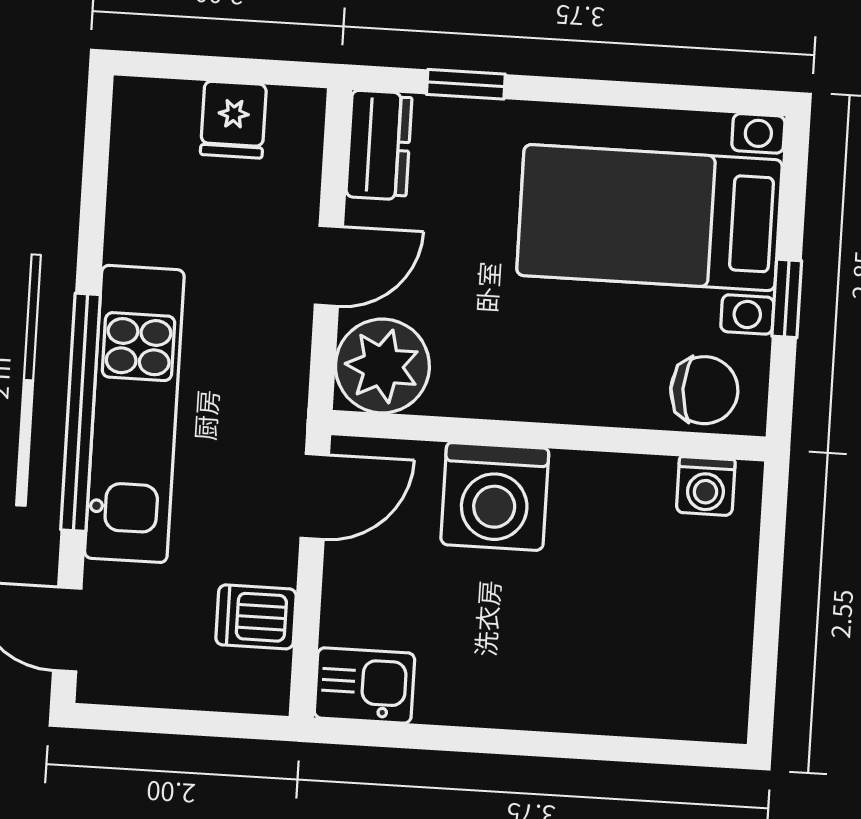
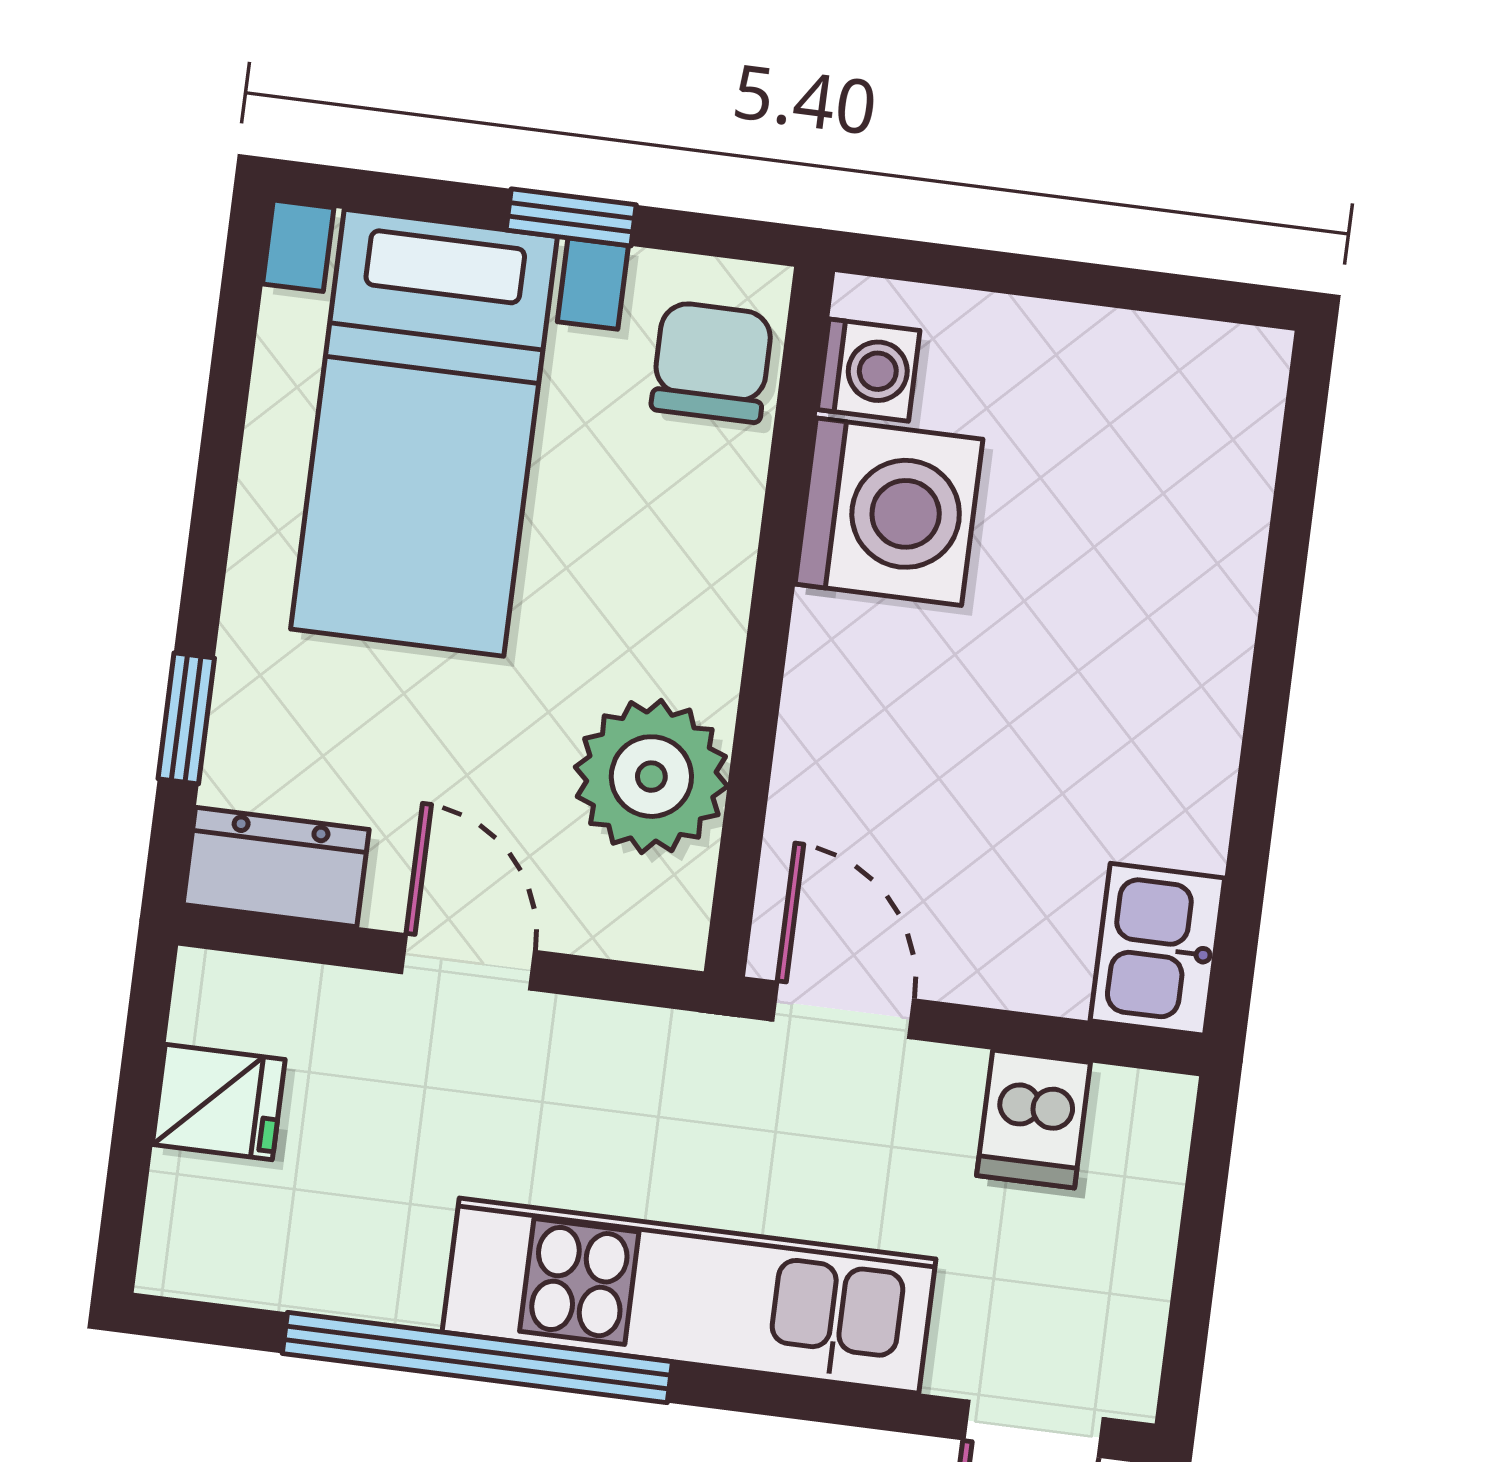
plant: (382, 366) -> (651, 777), moved
window: (81, 412) -> (477, 1358), moved
washing machine: (495, 496) -> (889, 512), moved

